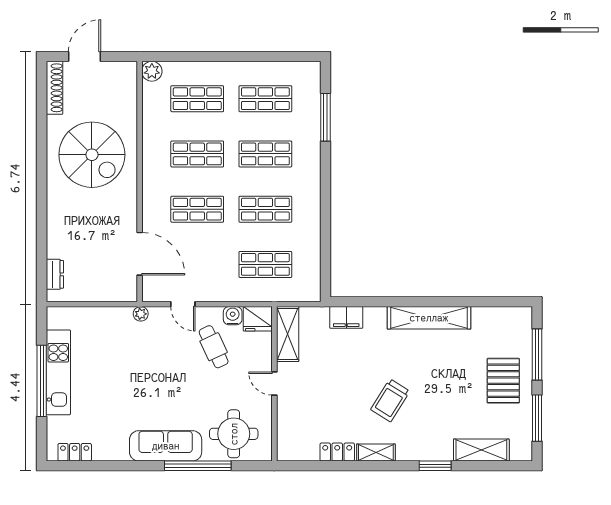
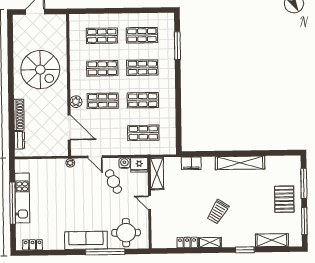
plant: (152, 71) -> (76, 102), moved
shoe rack: (55, 88) -> (19, 115), moved

